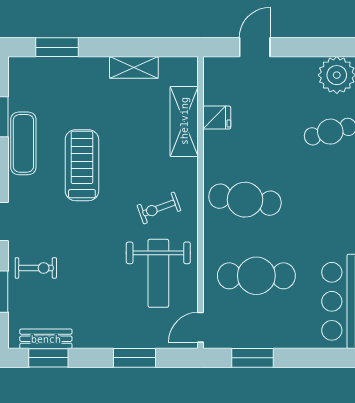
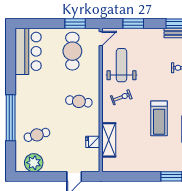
shelving: (134, 67) -> (134, 166), removed
cafe table: (245, 200) -> (79, 101), width x0.73, depth x0.74
cafe table: (256, 276) -> (72, 51), moved, turned 90

